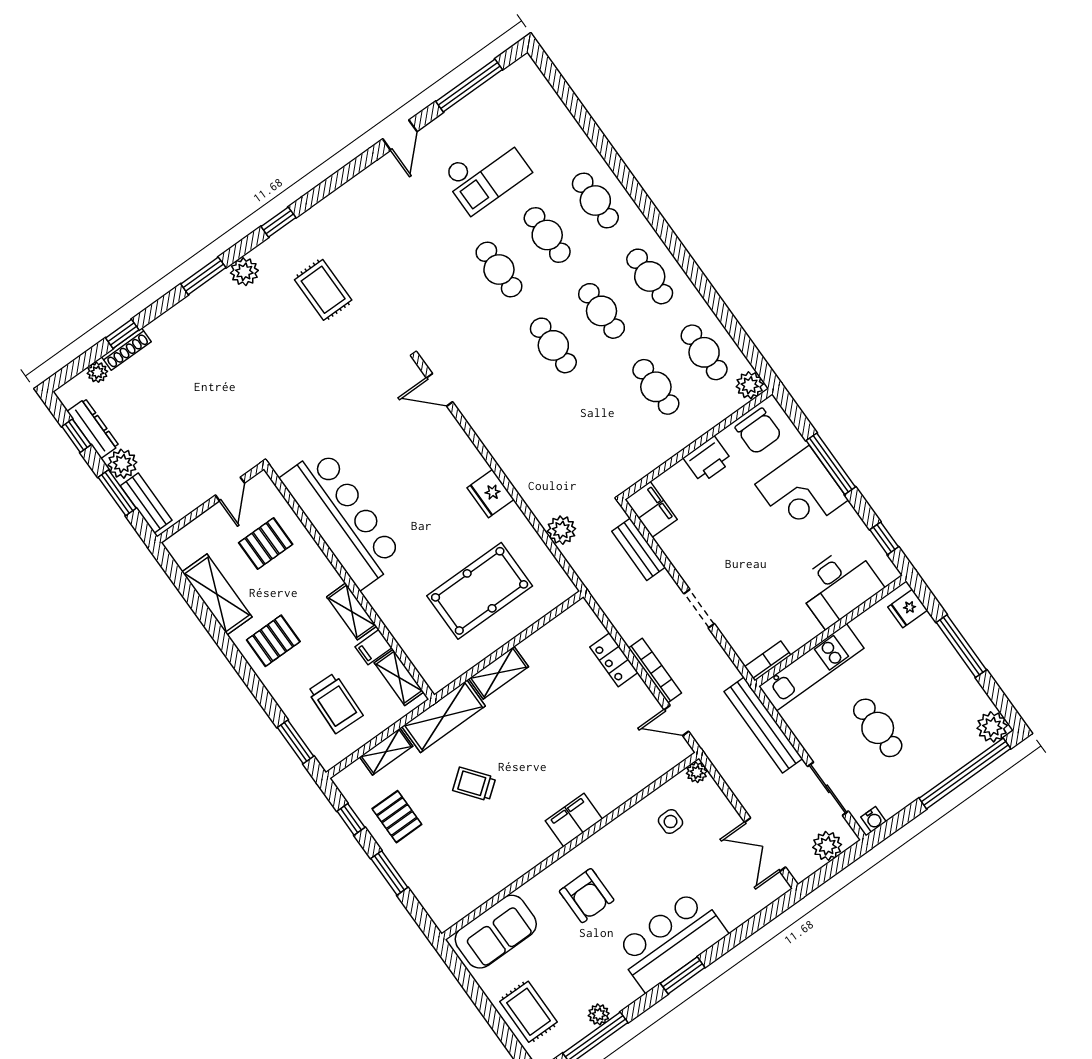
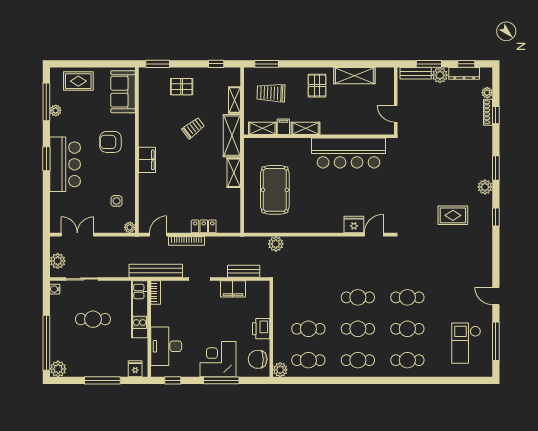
checkout: (486, 173) -> (466, 343), moved
fridge: (491, 494) -> (354, 225), moved
filing cabinet: (651, 509) -> (233, 289), moved
pallet: (266, 544) -> (361, 112), removed
bench: (763, 725) -> (156, 271), moved
pallet: (397, 817) -> (182, 87), moved
window: (389, 873) -> (158, 64), moved

